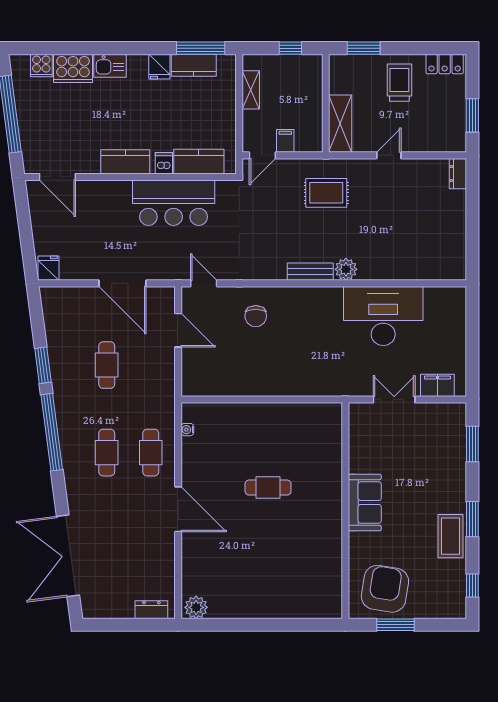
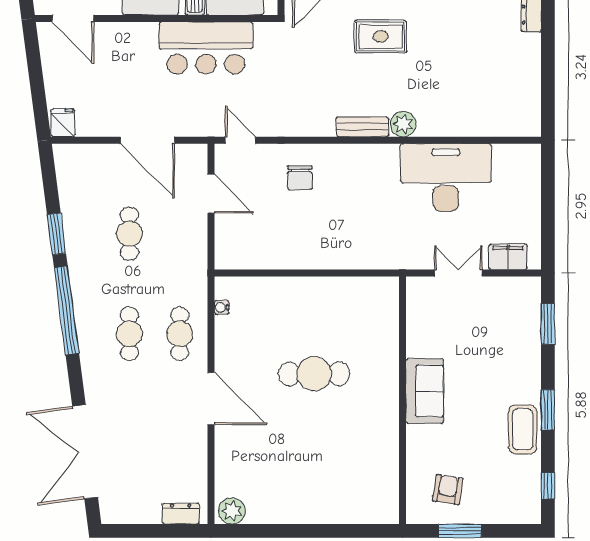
cafe table: (268, 488) -> (314, 374), width x1.37, depth x1.35
armchair: (385, 589) -> (448, 490), width x0.53, depth x0.53

